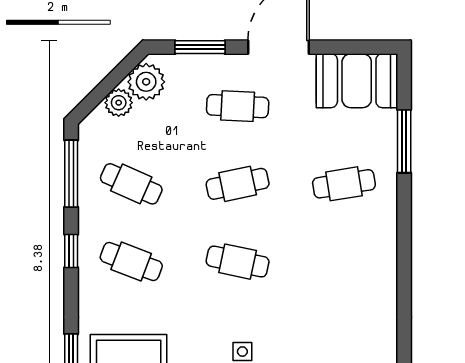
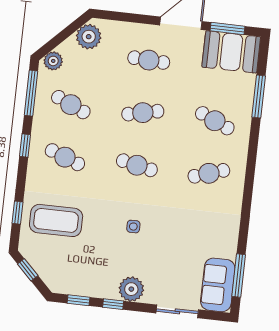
window: (200, 47) -> (227, 28), moved
plant: (119, 103) -> (53, 61), moved
cafe table: (344, 184) -> (215, 121), turned 33
cafe table: (344, 262) -> (209, 173), added

